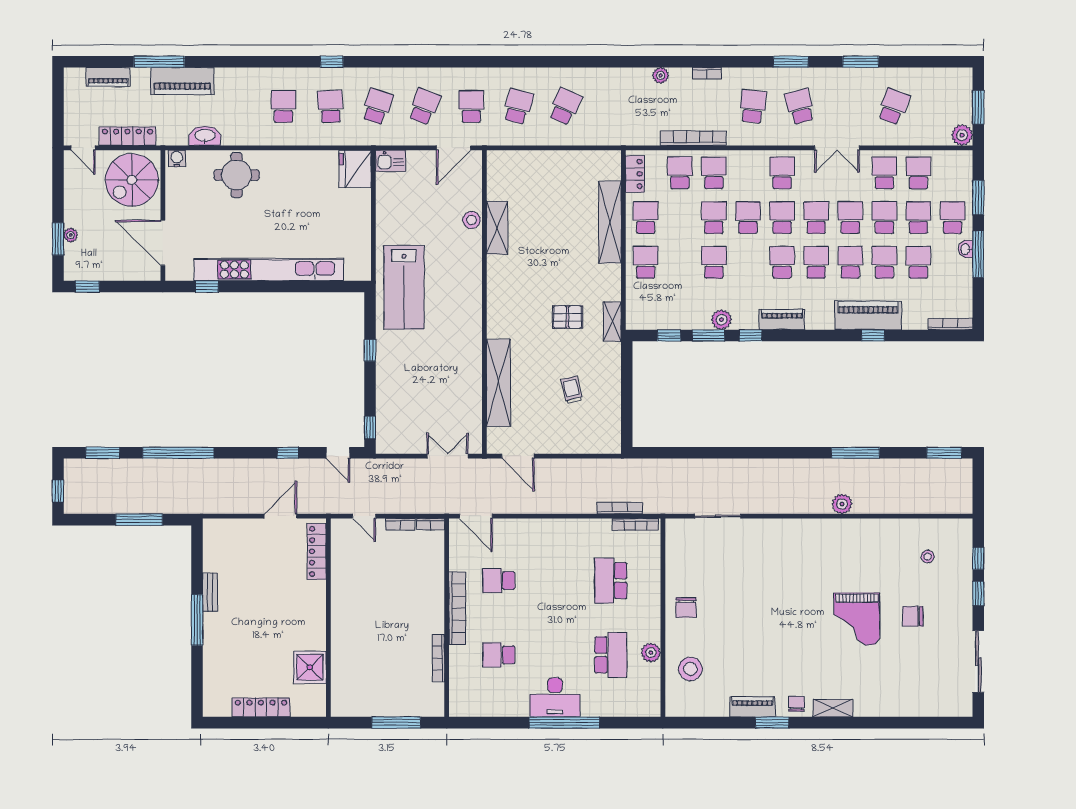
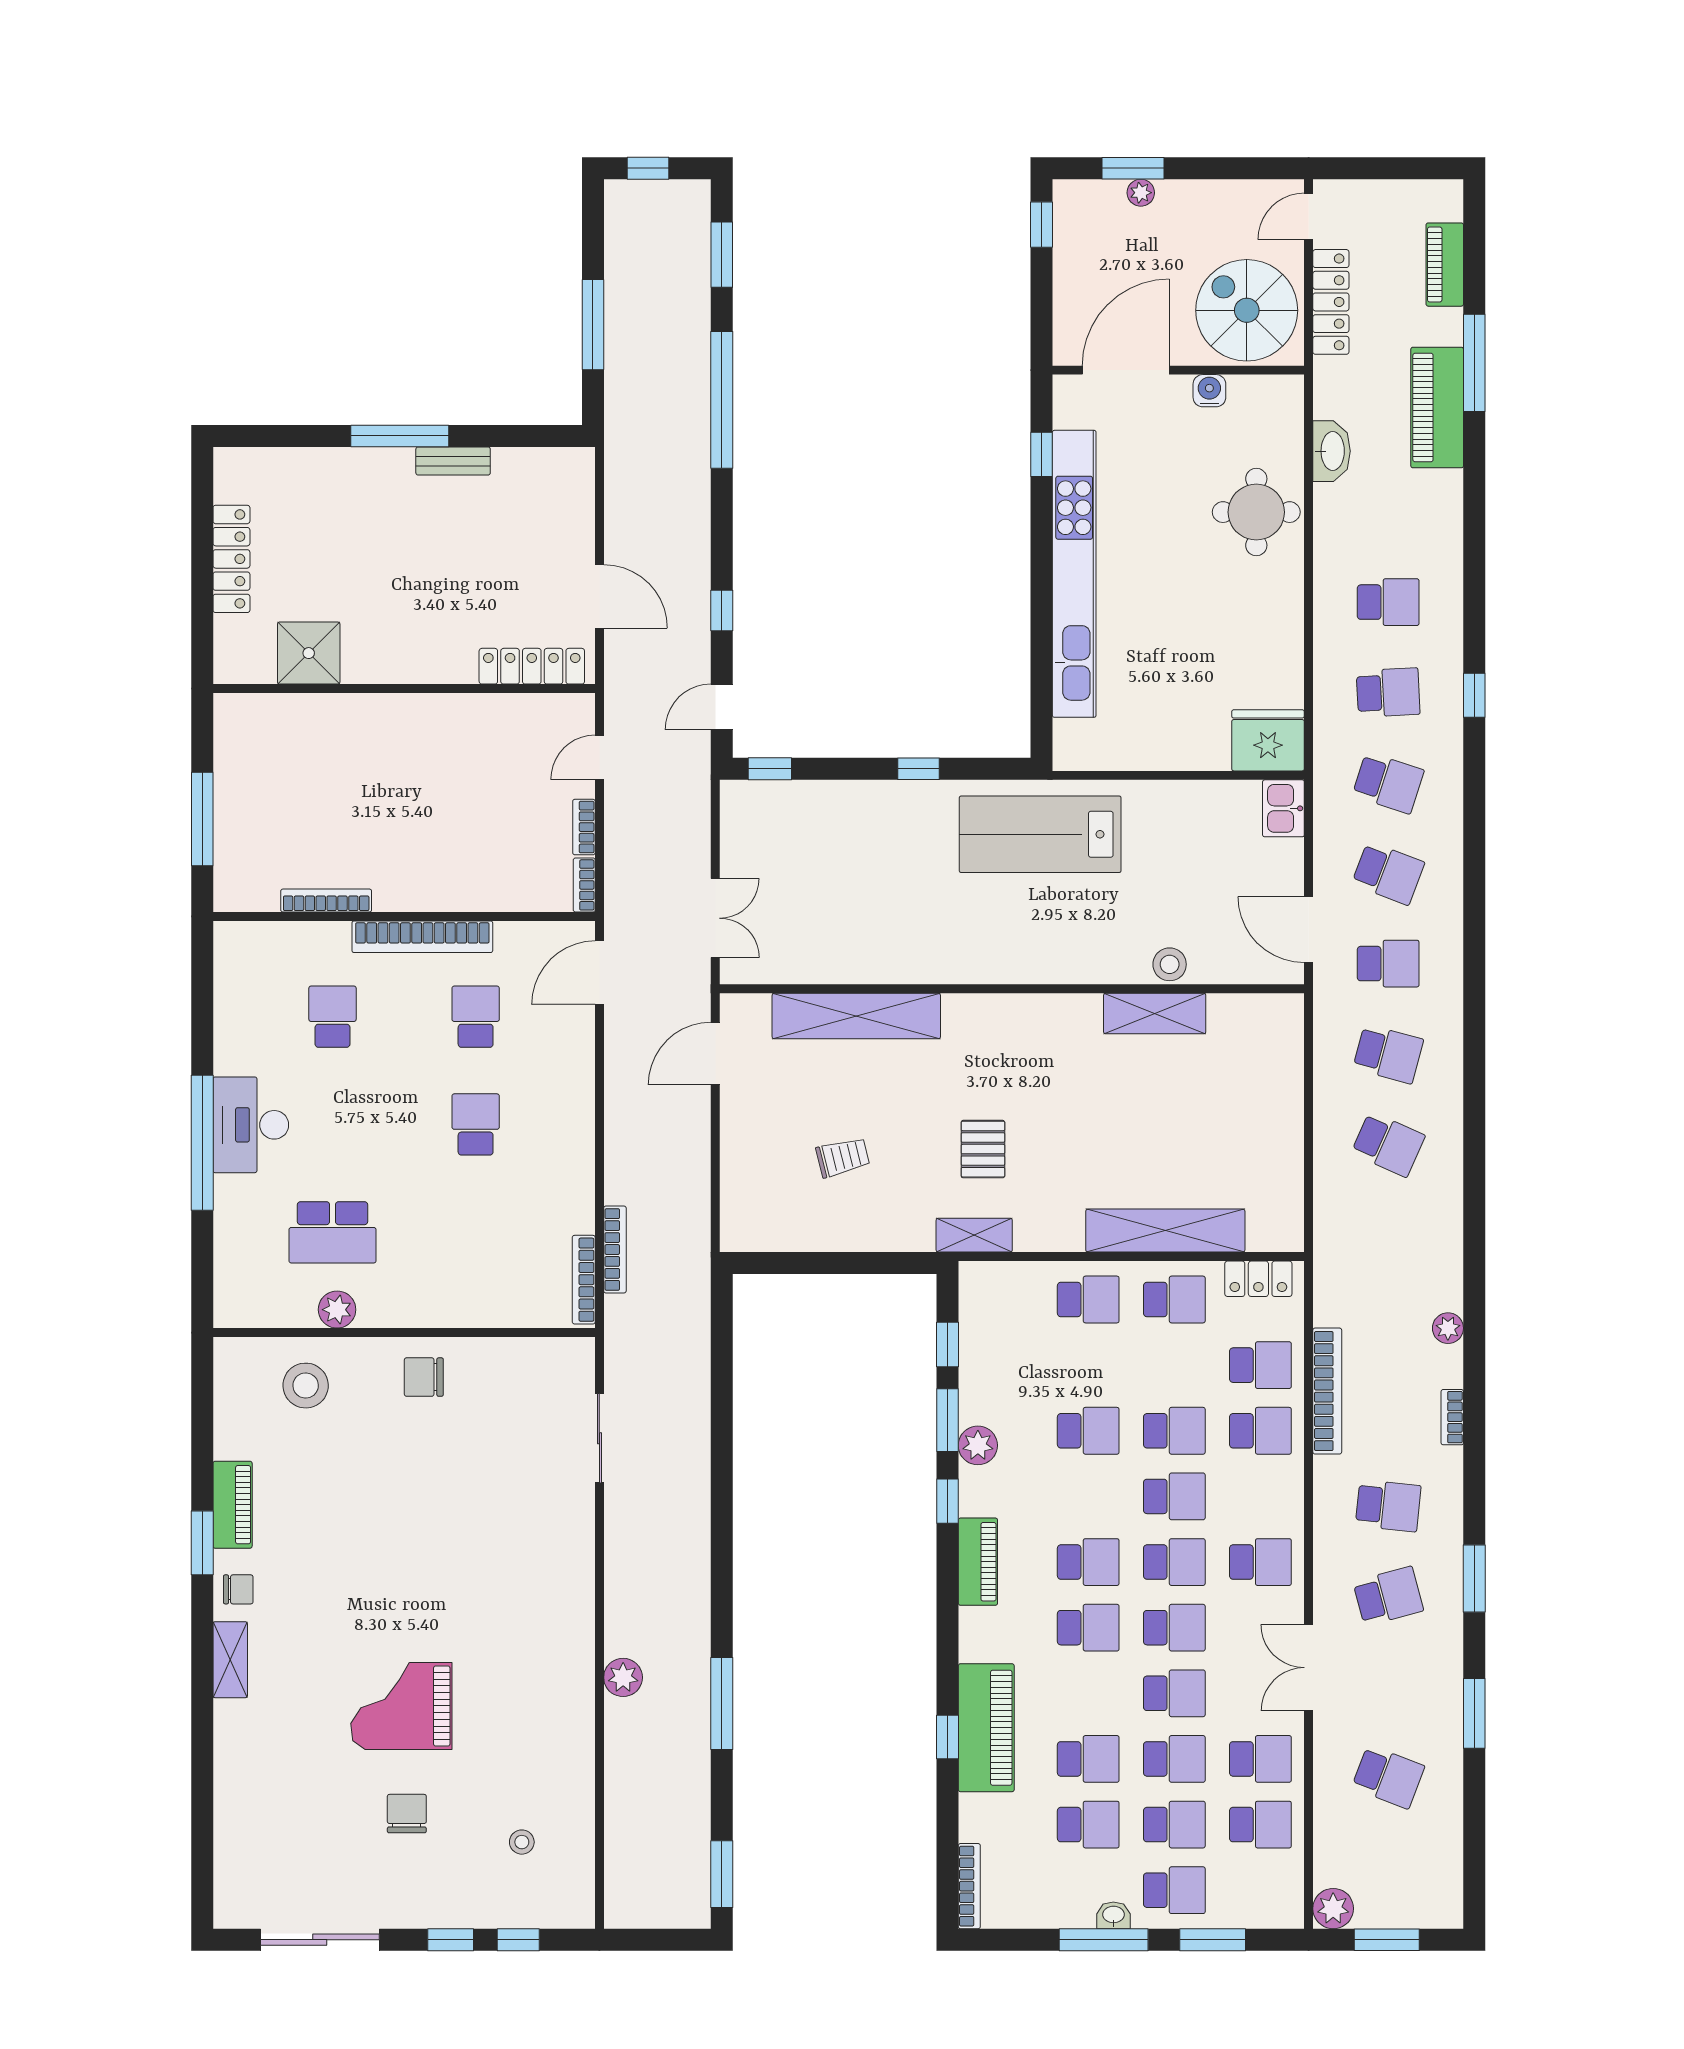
water cooler: (177, 159) -> (1209, 391), moved, turned -90
school desk: (850, 262) -> (1088, 1693), removed
school desk: (611, 581) -> (476, 1124), moved, width x0.54

